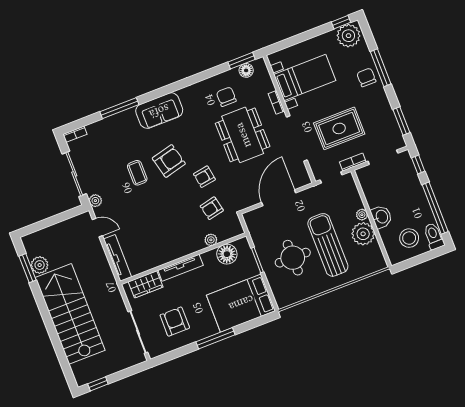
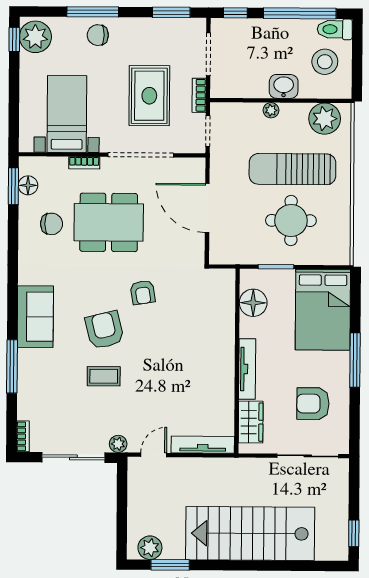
chair: (226, 97) -> (52, 224), turned 180
armchair: (212, 208) -> (187, 299), removed
plant: (363, 234) -> (325, 119), moved
plant: (211, 240) -> (227, 316), removed
plant: (40, 265) -> (150, 548), moved

